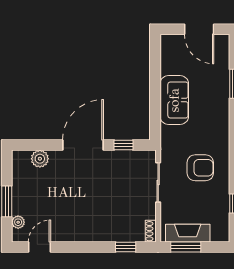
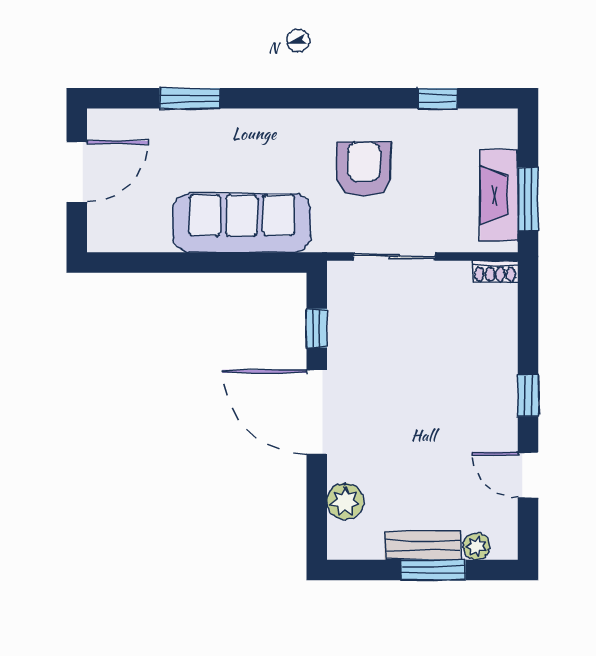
sofa: (174, 100) -> (242, 223), width x1.36
bench: (19, 196) -> (422, 545), added
door: (39, 247) -> (528, 475), moved
window: (126, 247) -> (528, 396), moved

